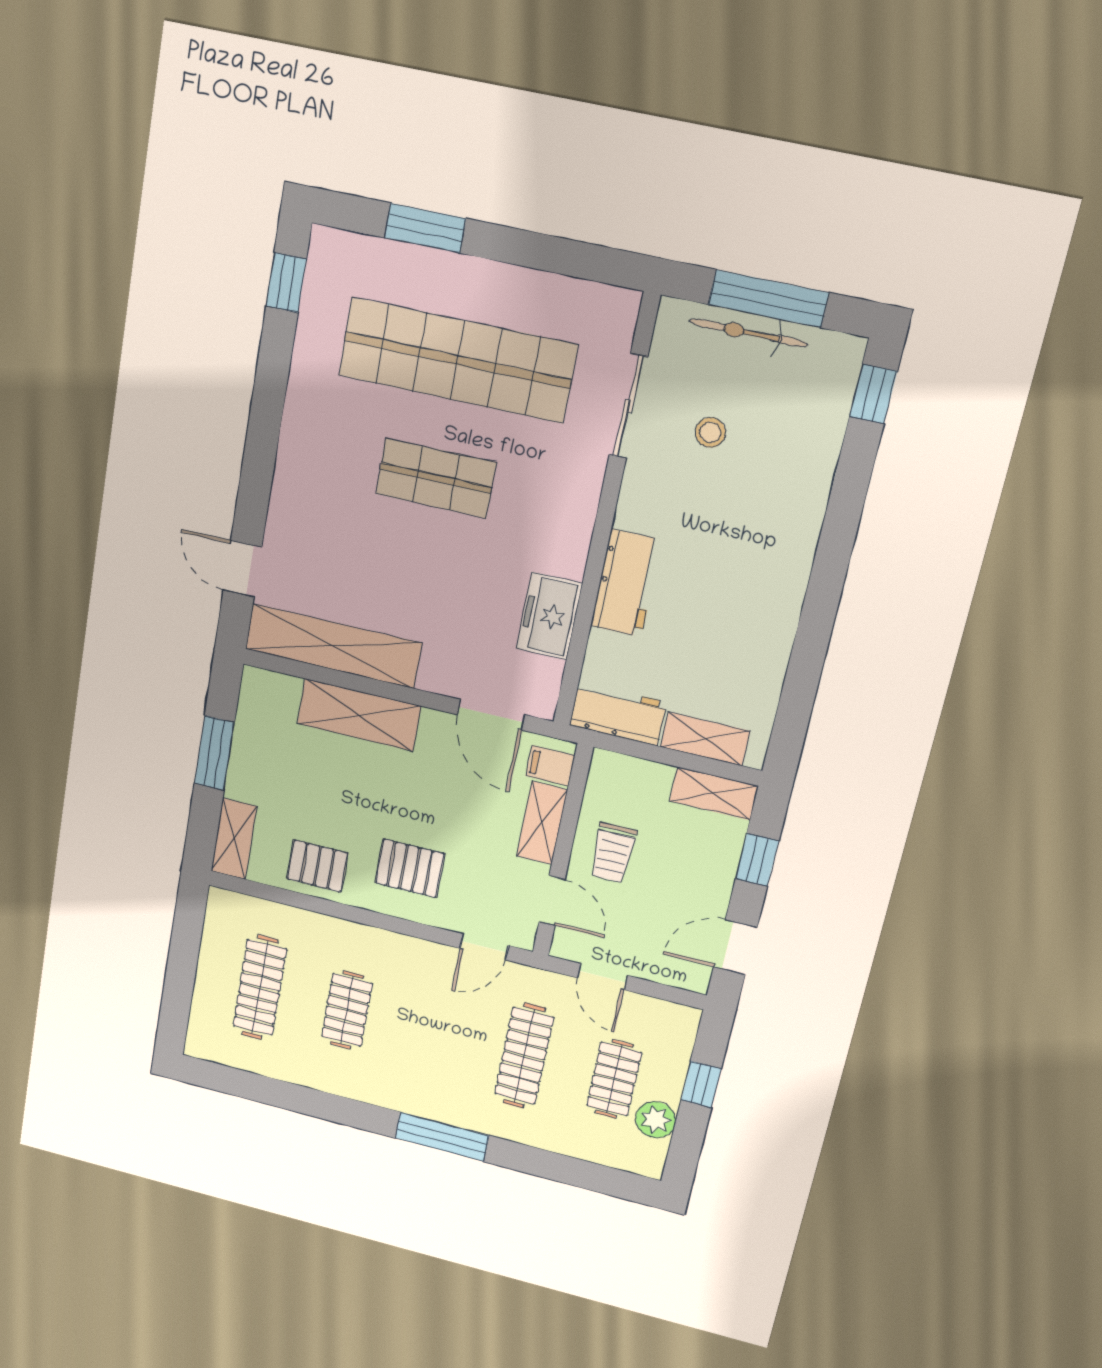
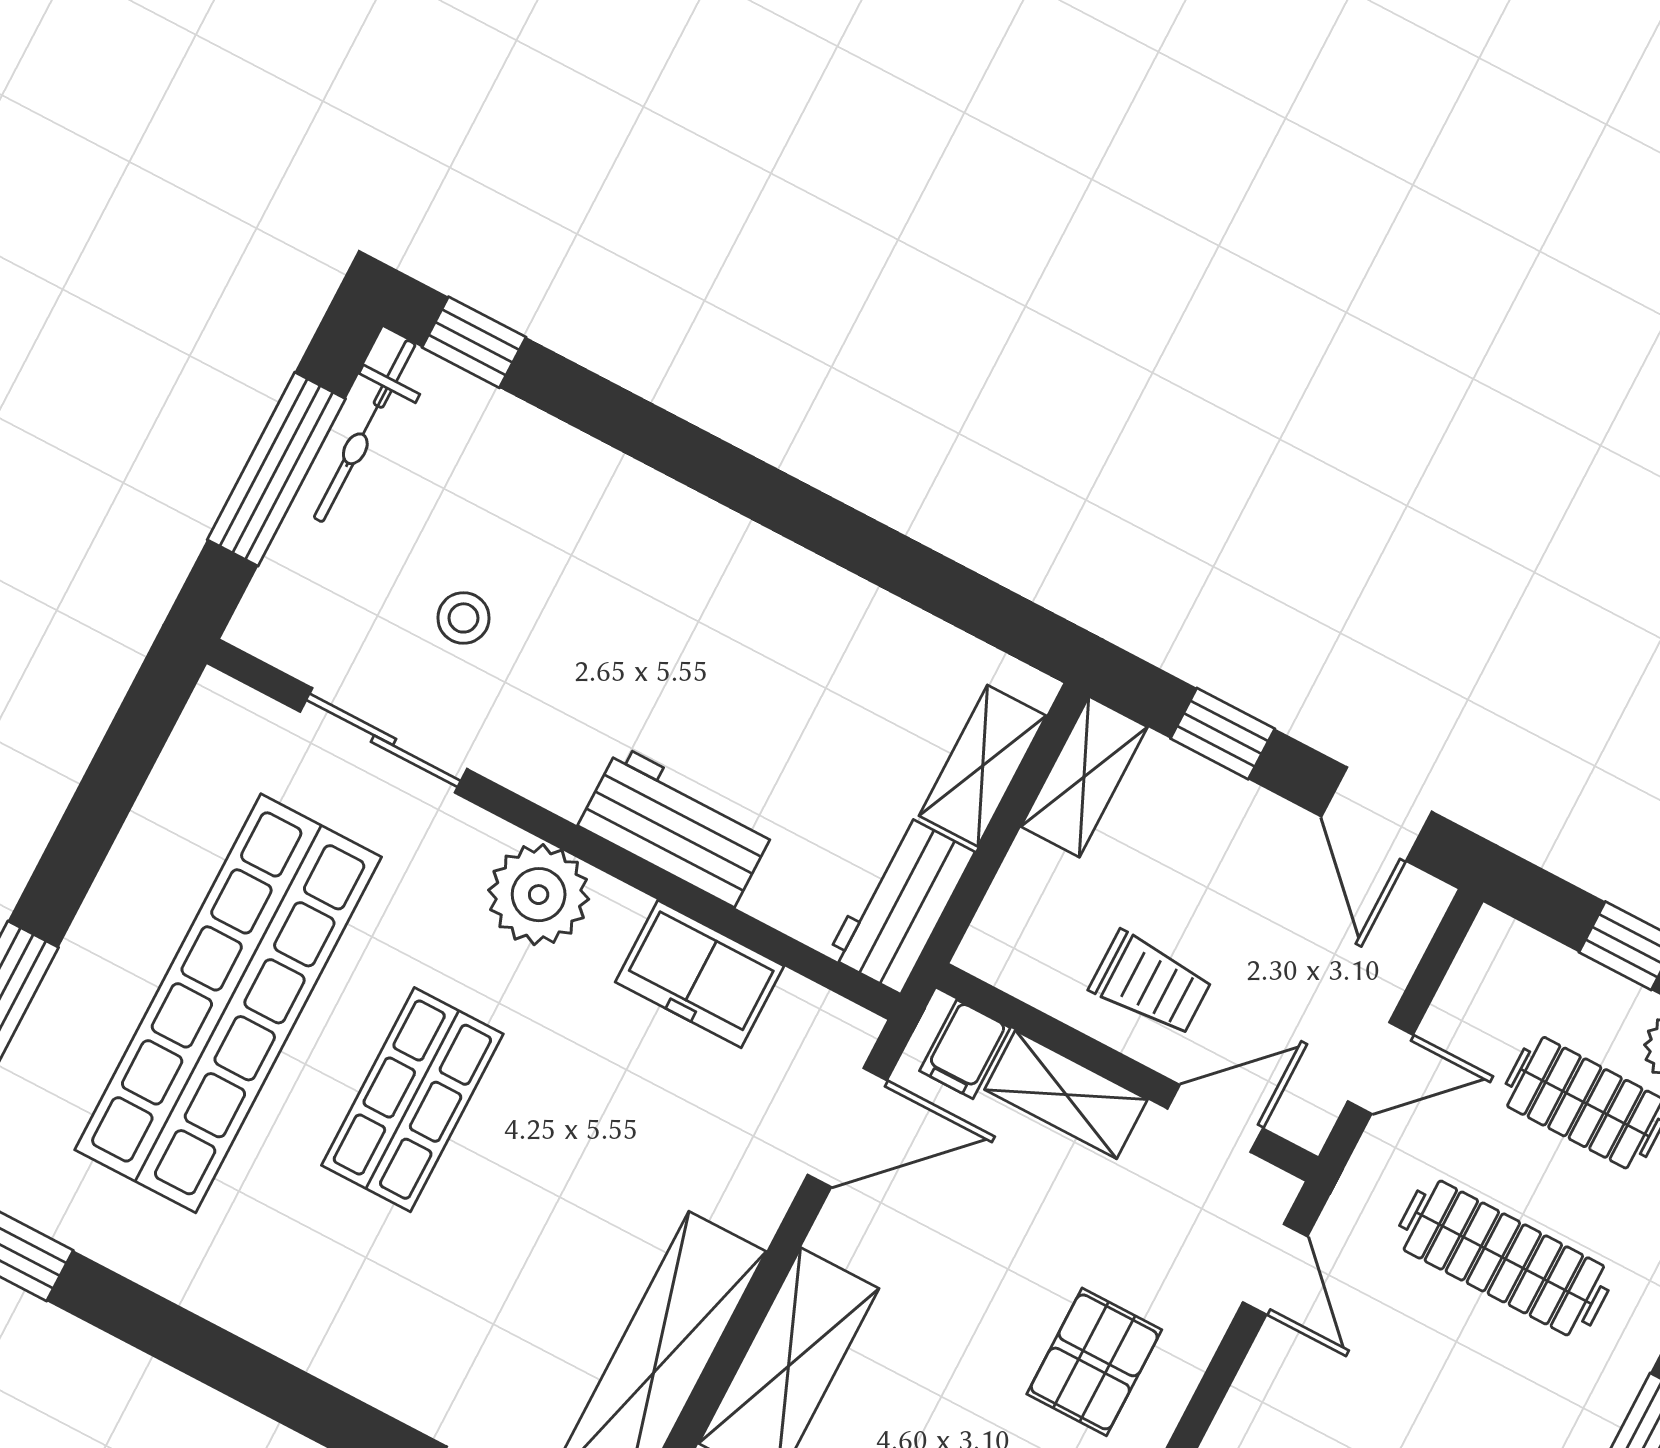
bicycle: (748, 333) -> (365, 431), moved
plant: (567, 517) -> (539, 895), added

